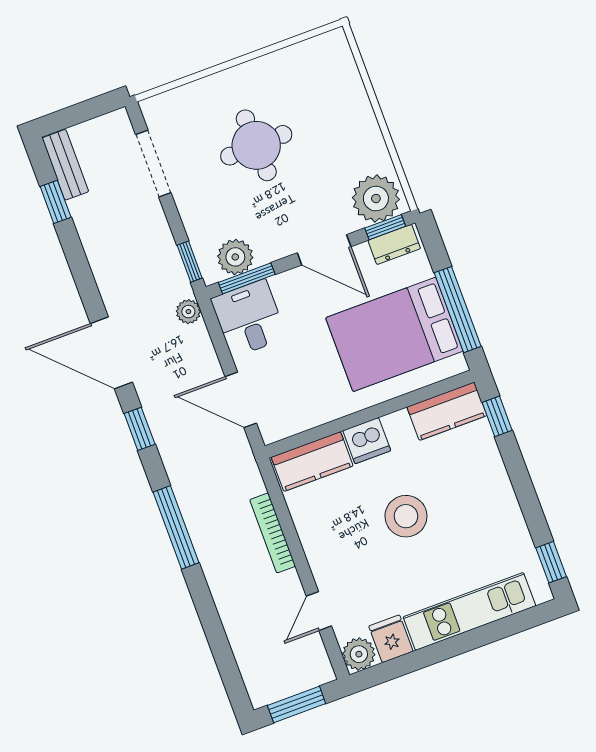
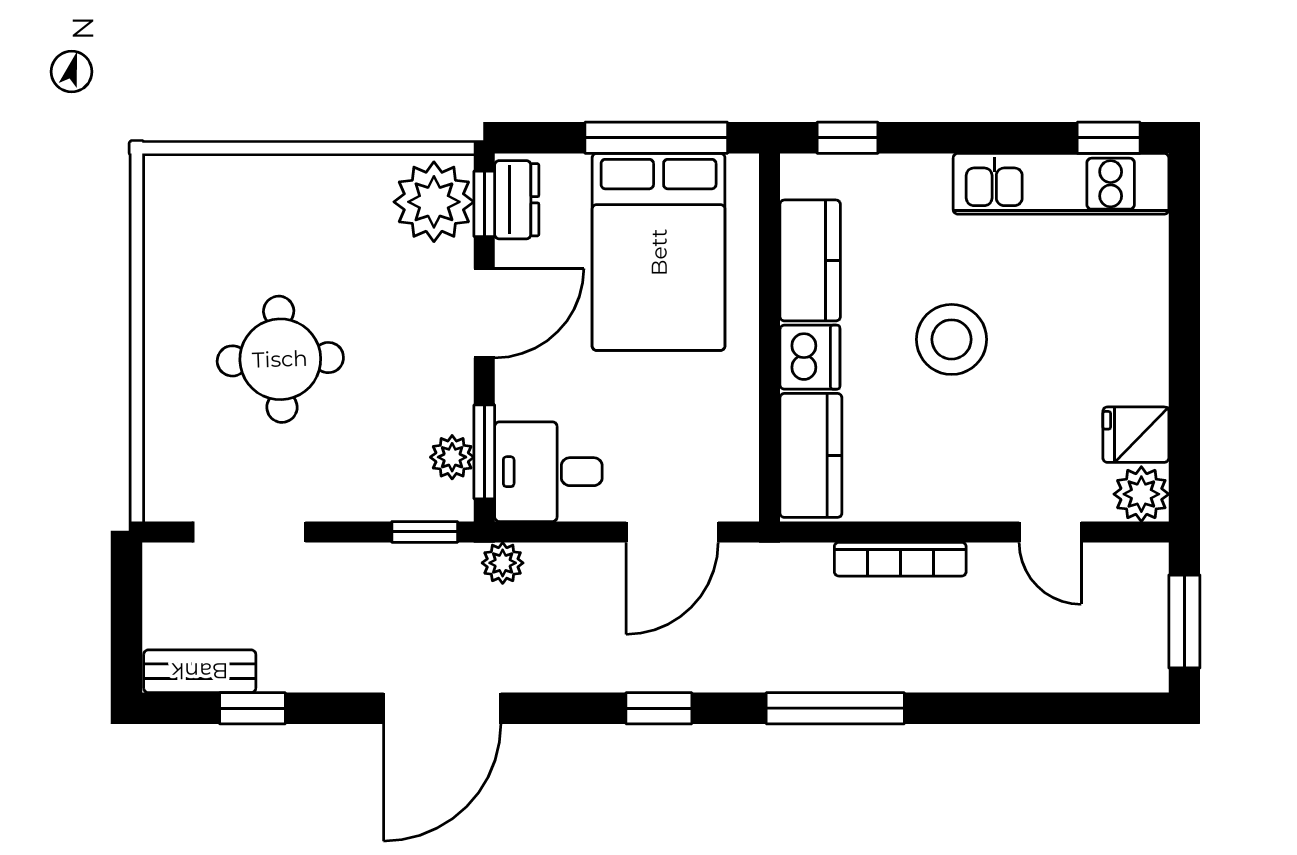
plant: (235, 257) -> (452, 457), width x0.73, depth x0.73
door: (111, 353) -> (442, 708), moved
kitchen counter: (447, 411) -> (810, 260), moved
kitchen unit: (469, 611) -> (1061, 184), moved, turned -90

